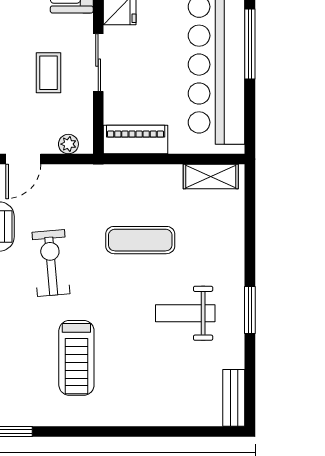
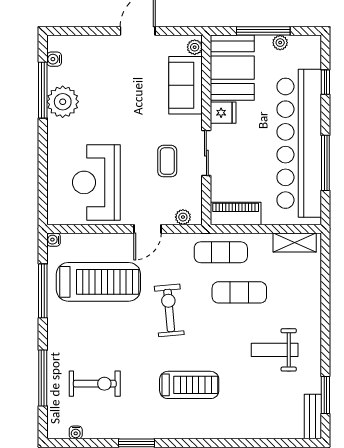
window: (250, 44) -> (325, 163), moved
exercise mat: (117, 189) -> (221, 252), added
window: (250, 310) -> (325, 395), moved
treadmill: (76, 358) -> (189, 385), turned -90

